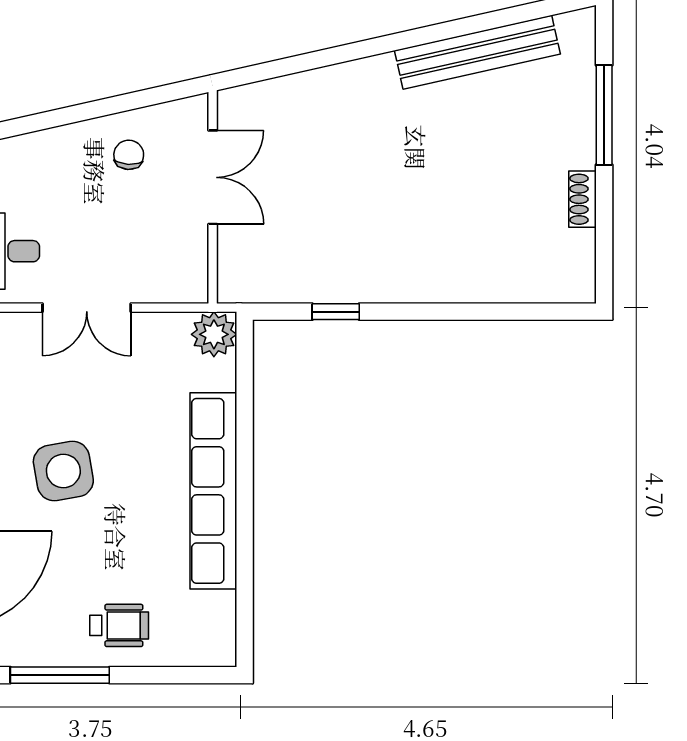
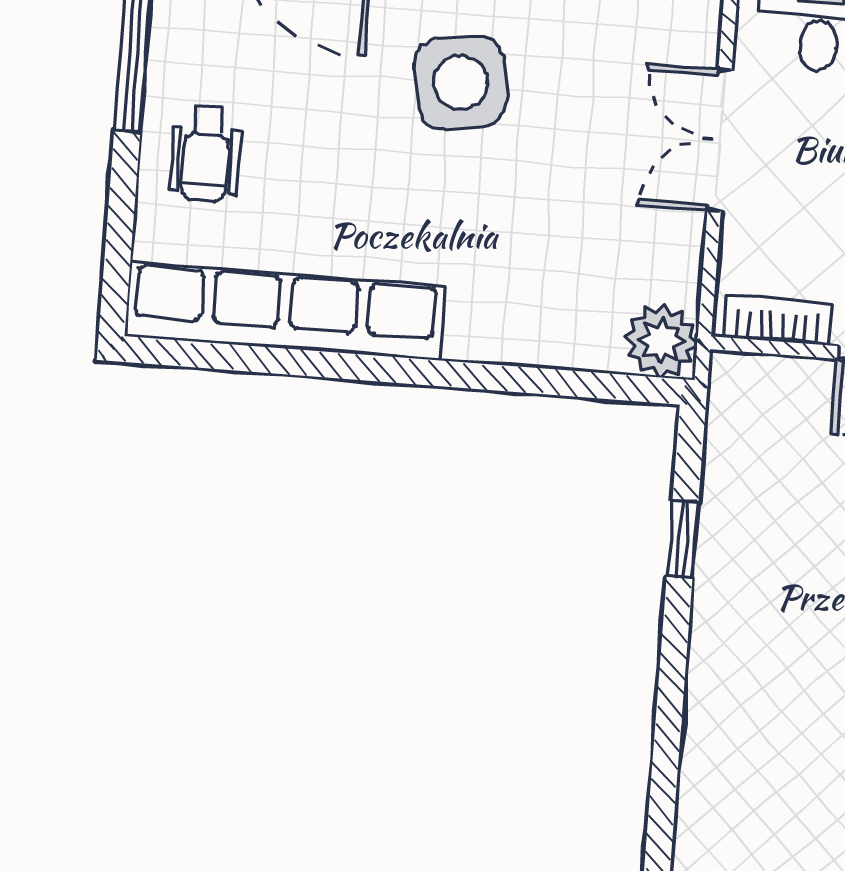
bookcase: (196, 263) -> (778, 320), added
row of seats: (213, 491) -> (285, 311), moved

